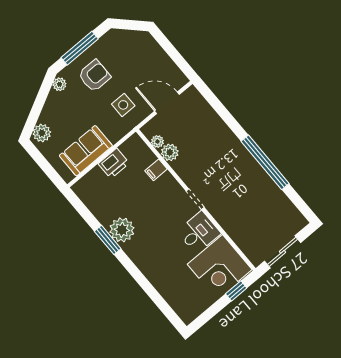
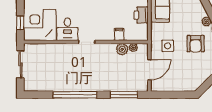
window: (219, 108) -> (124, 95), added

